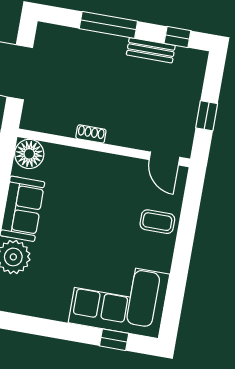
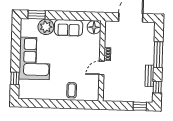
window: (207, 116) -> (140, 106), moved
door: (164, 159) -> (102, 68), moved
corner sofa: (119, 298) -> (35, 58), moved

